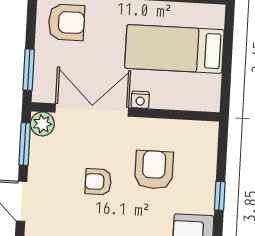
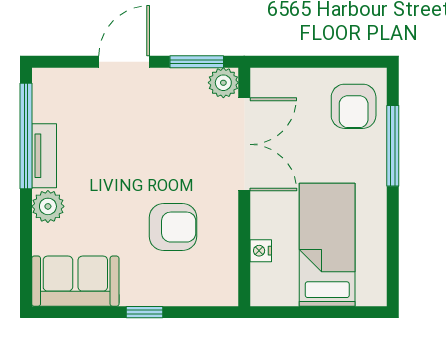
window: (29, 70) -> (291, 62), removed
nightstand: (140, 100) -> (261, 251), moved
armchair: (98, 182) -> (154, 157), removed

